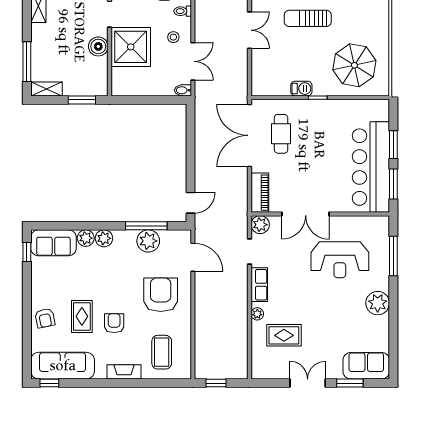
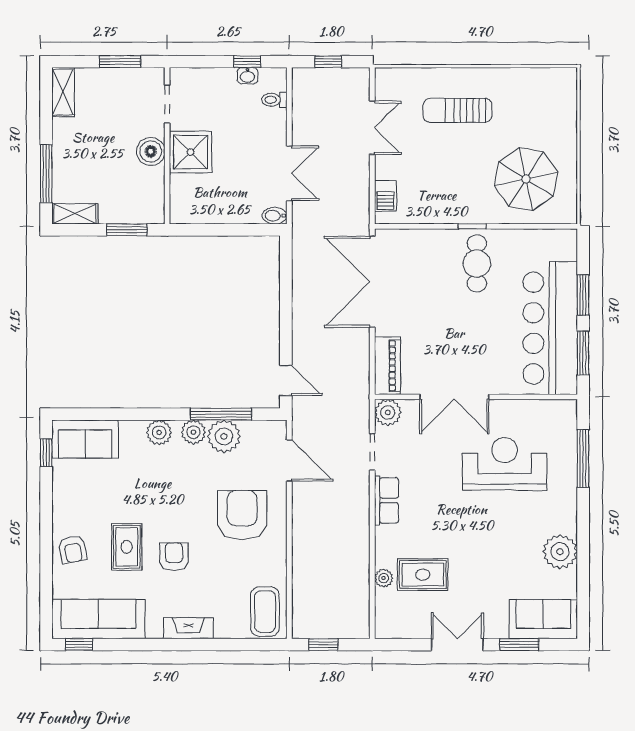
stool: (173, 37) -> (261, 138), removed
shower: (131, 47) -> (190, 152), width x0.73, depth x0.73
barbecue: (301, 89) -> (385, 196), moved, turned 90
cafe table: (281, 134) -> (477, 263), moved
door: (190, 203) -> (286, 380), hinge flipped
plant: (86, 238) -> (193, 432), moved
reception desk: (340, 260) -> (505, 464), turned 180
plant: (378, 303) -> (560, 552), moved
plant: (257, 314) -> (384, 578), moved
coffee table: (162, 352) -> (265, 612), moved

